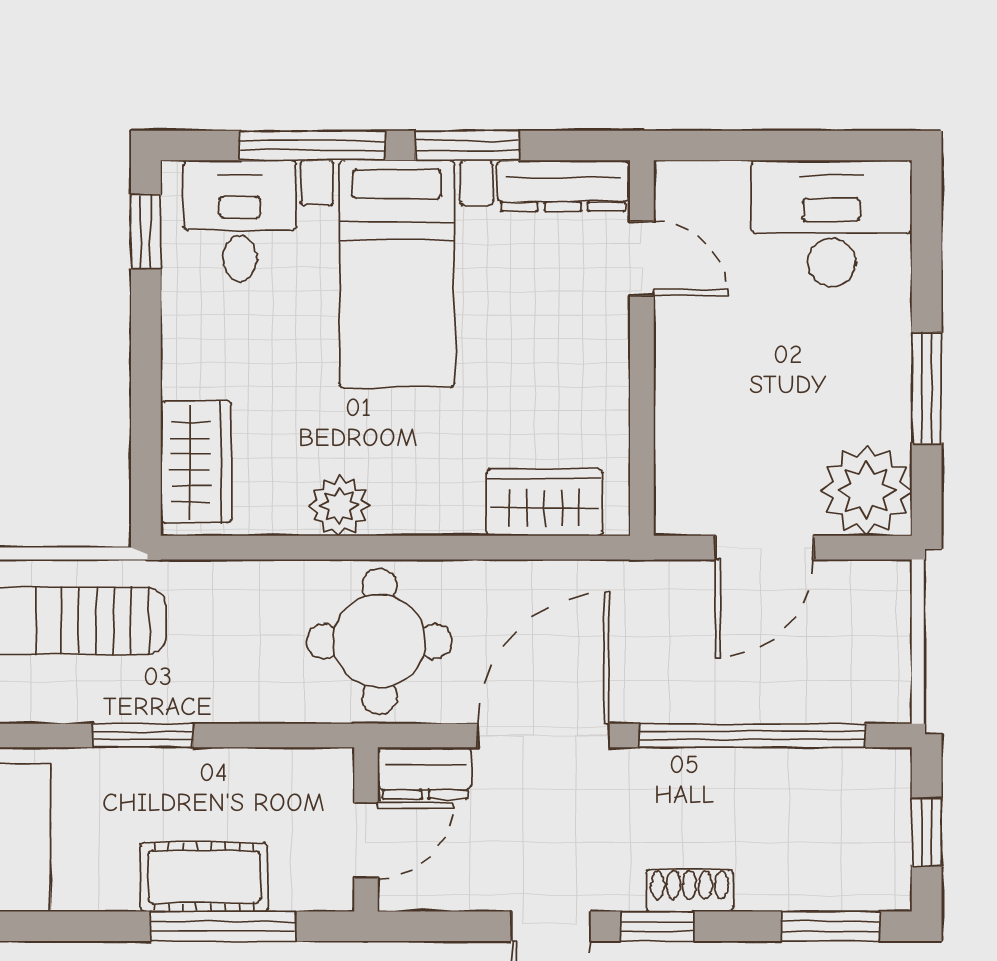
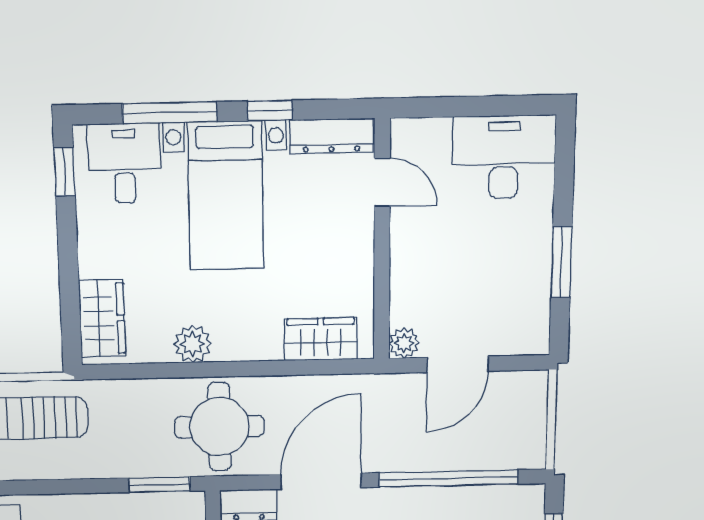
window: (467, 146) -> (270, 111), width x0.67
plant: (866, 490) -> (404, 343), moved, width x0.53, depth x0.53
window: (143, 736) -> (160, 485), moved

